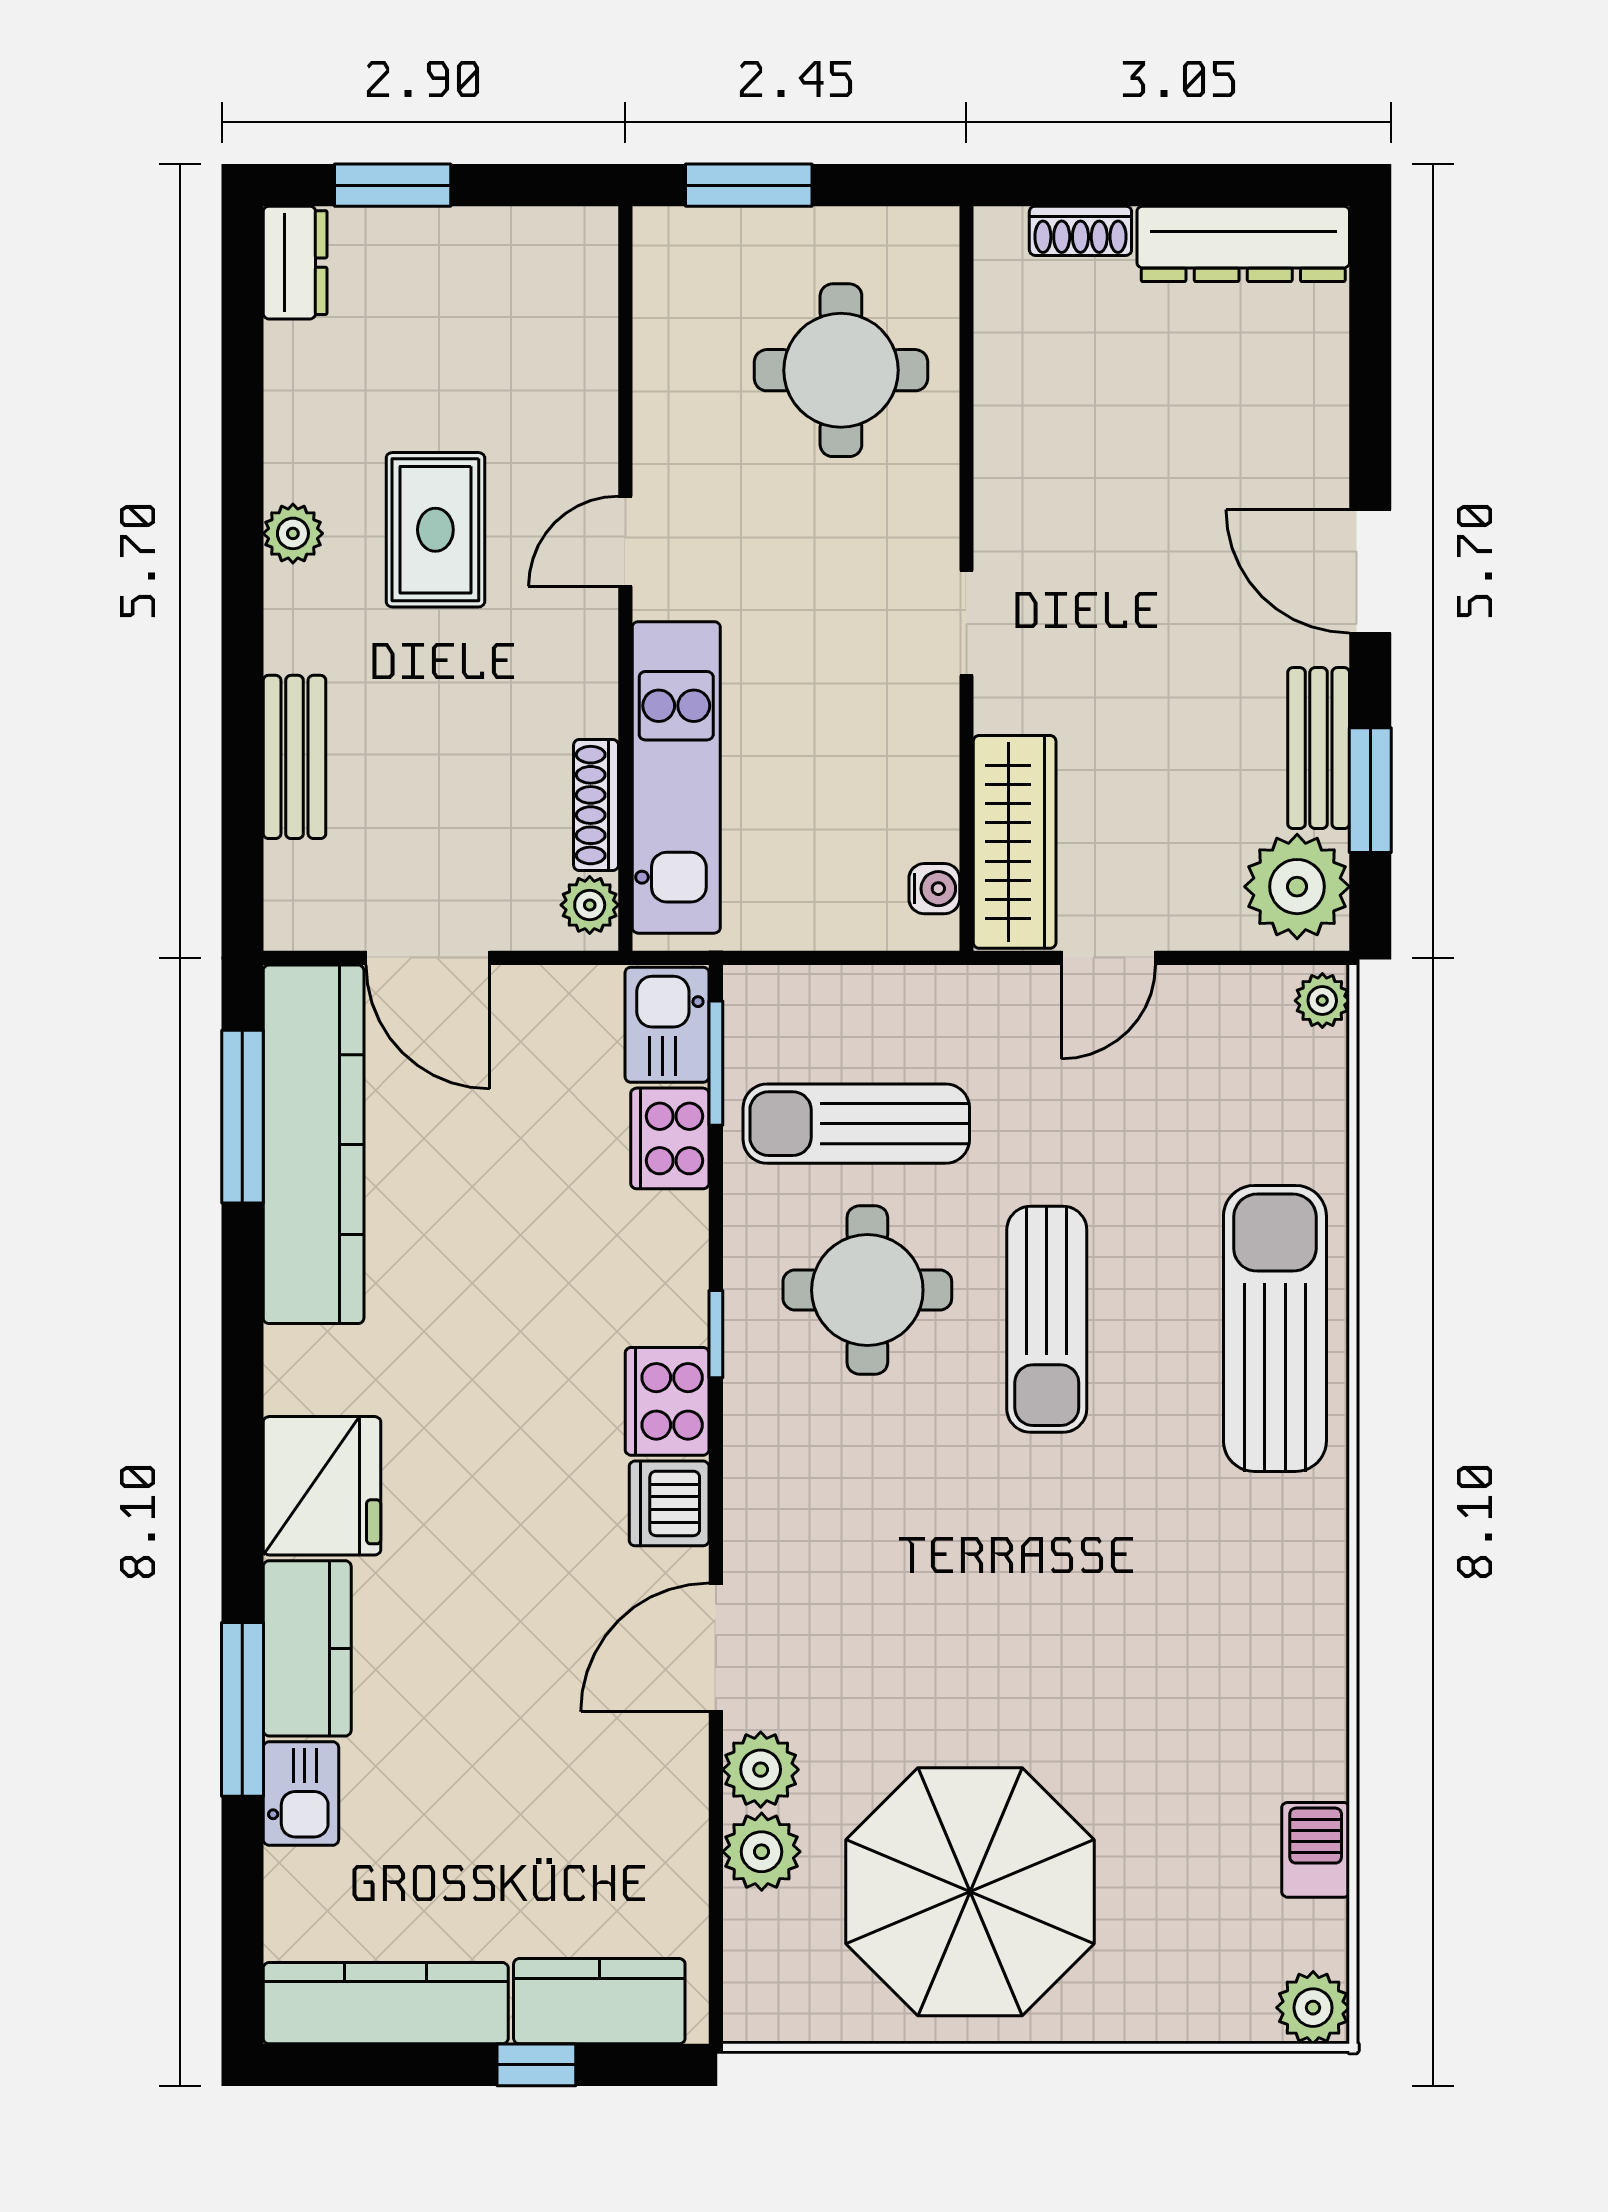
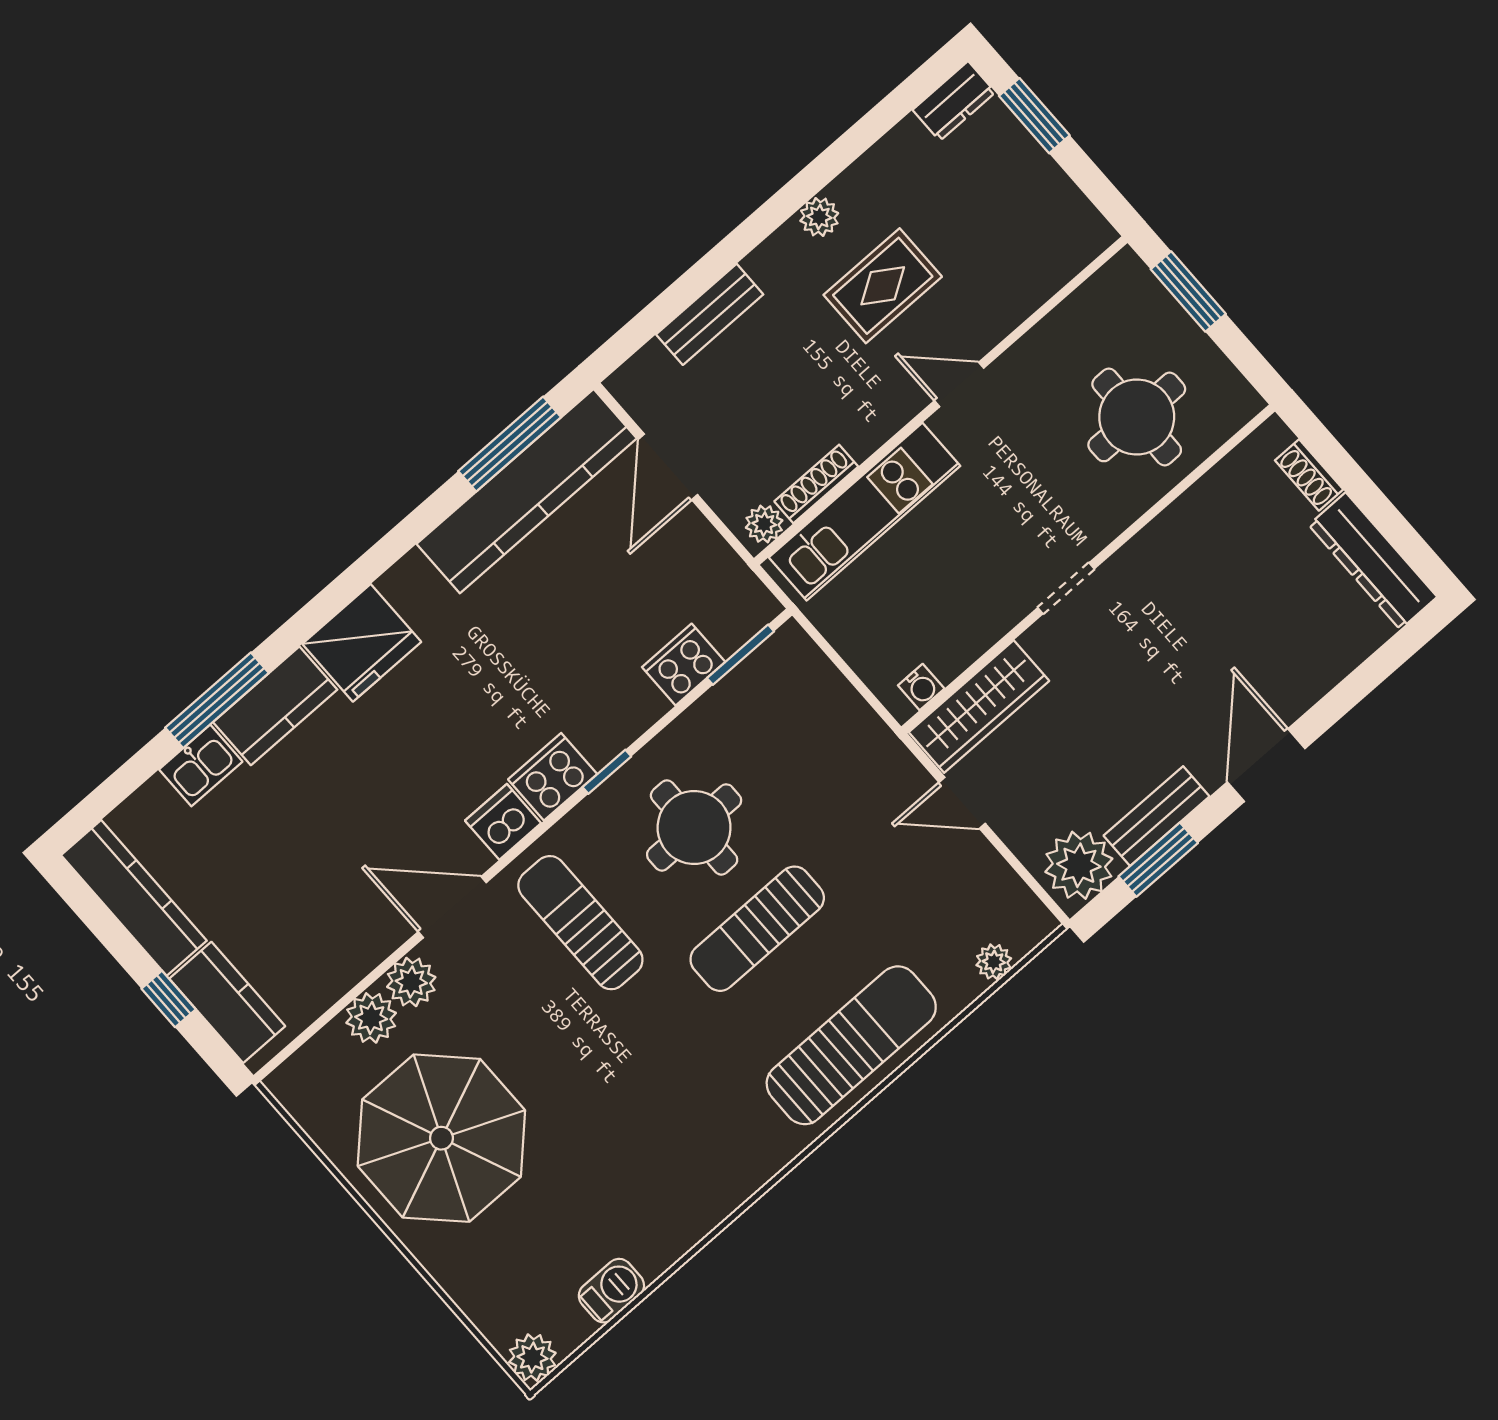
plant: (1322, 1001) -> (994, 962), moved
kitchen sink: (667, 1025) -> (738, 614), removed
sun lounger: (856, 1124) -> (580, 923), moved

